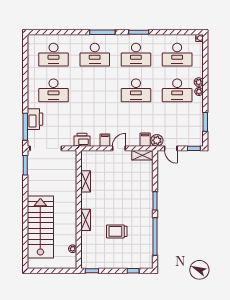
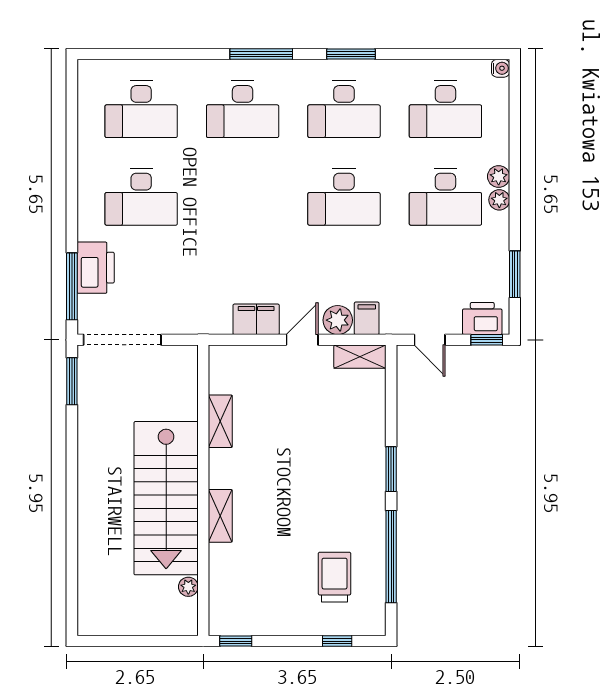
printer: (82, 140) -> (482, 318), moved
filing cabinet: (105, 140) -> (256, 319), width x2.00
plant: (157, 140) -> (338, 320), moved
stairs: (40, 227) -> (166, 498), moved, turned 180
trolley: (117, 231) -> (335, 577), moved, turned 90

